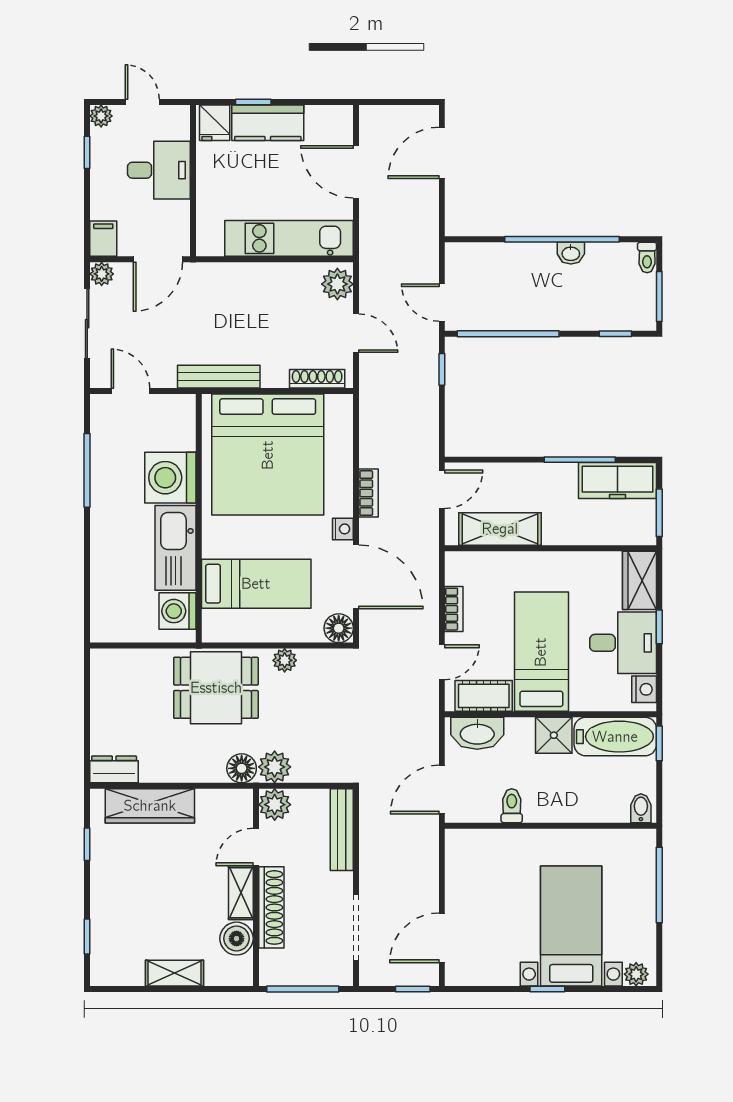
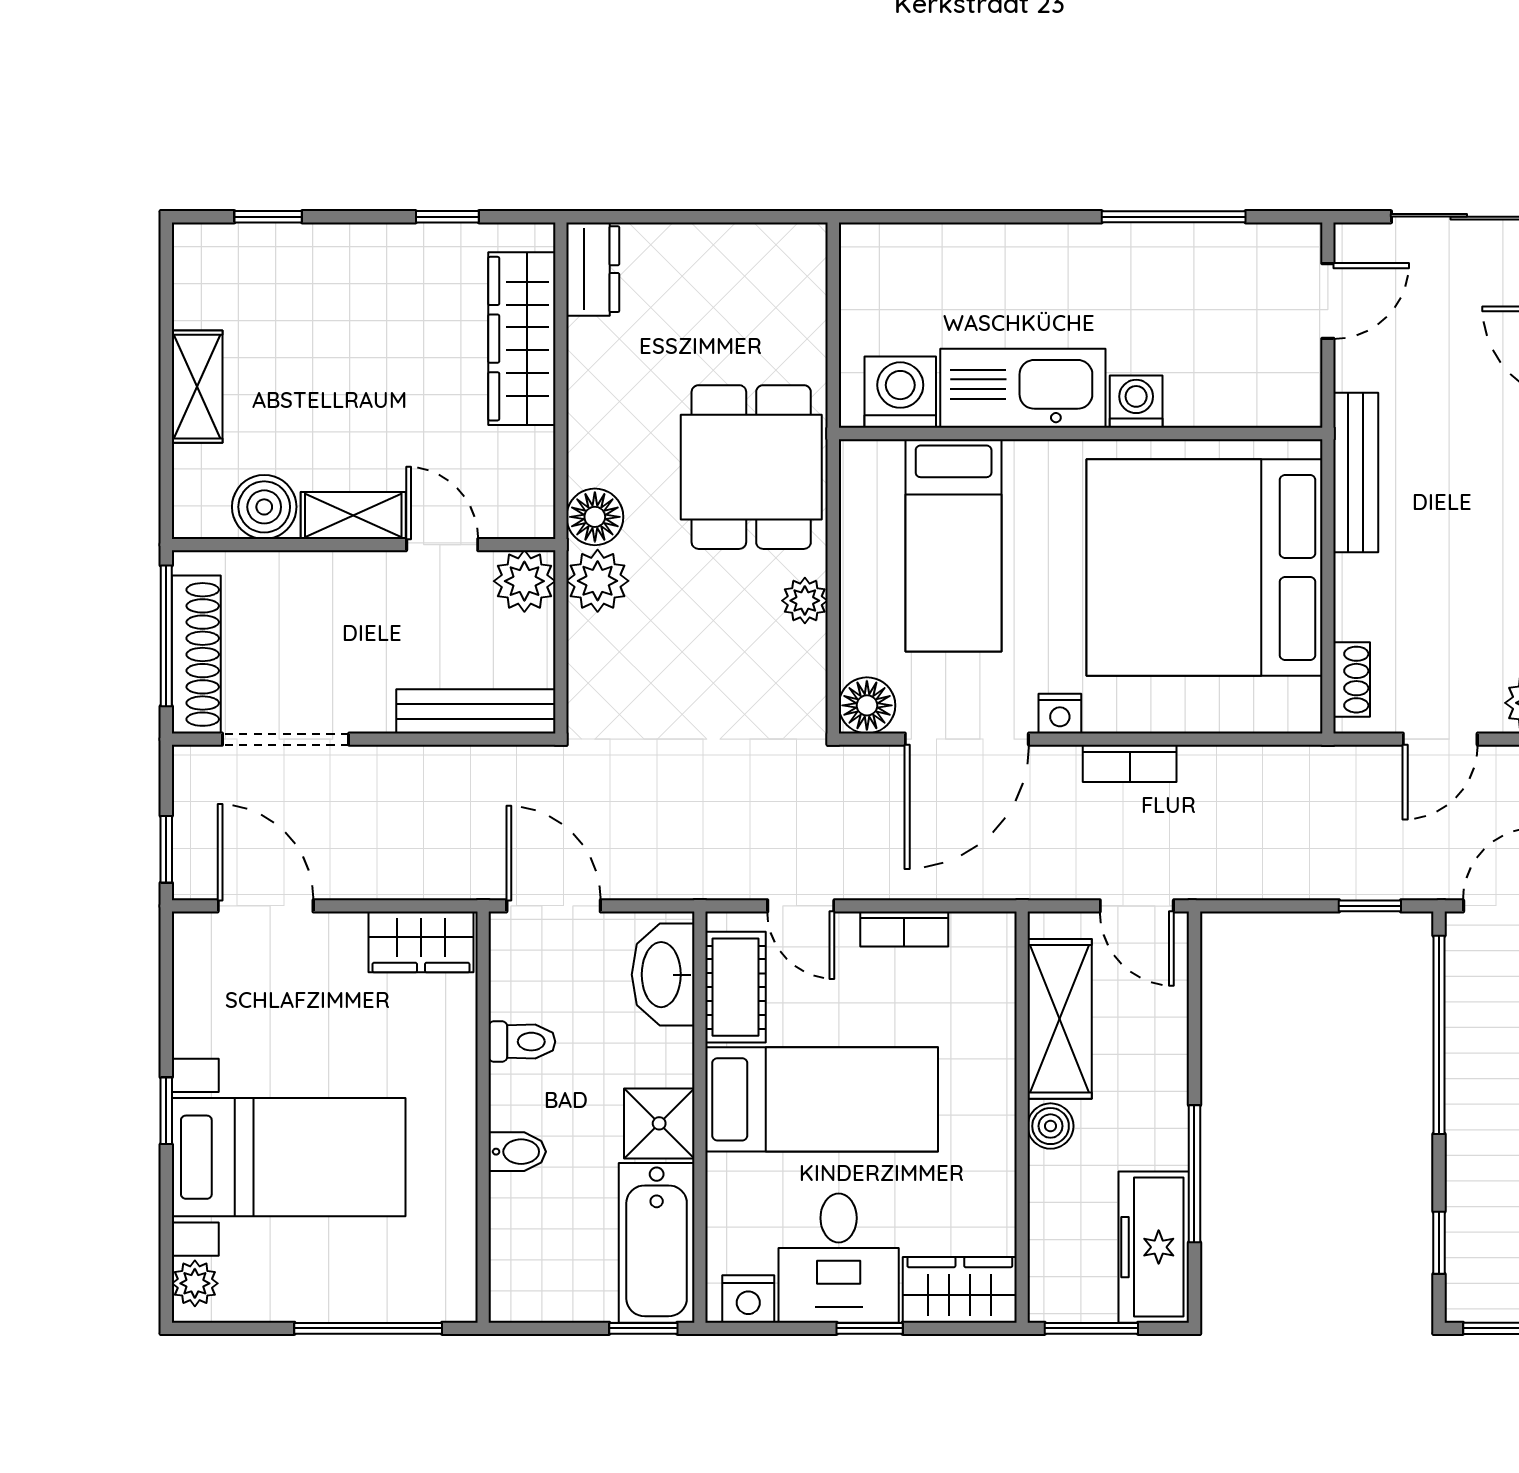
shoe rack: (317, 379) -> (1352, 680), width x0.70
washing machine: (170, 478) -> (1136, 402), width x0.53, depth x0.53
boiler: (555, 534) -> (1051, 1126), added
bidet: (641, 808) -> (517, 1152), moved
wardrobe: (460, 858) -> (421, 942), added
shoe rack: (271, 907) -> (196, 654), moved, turned -90

